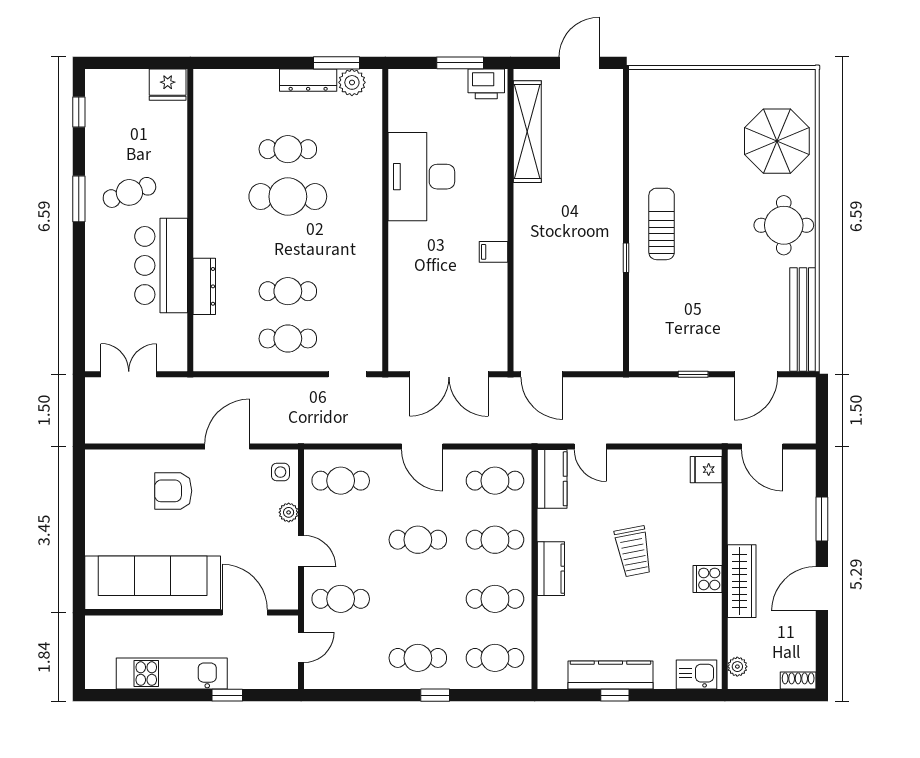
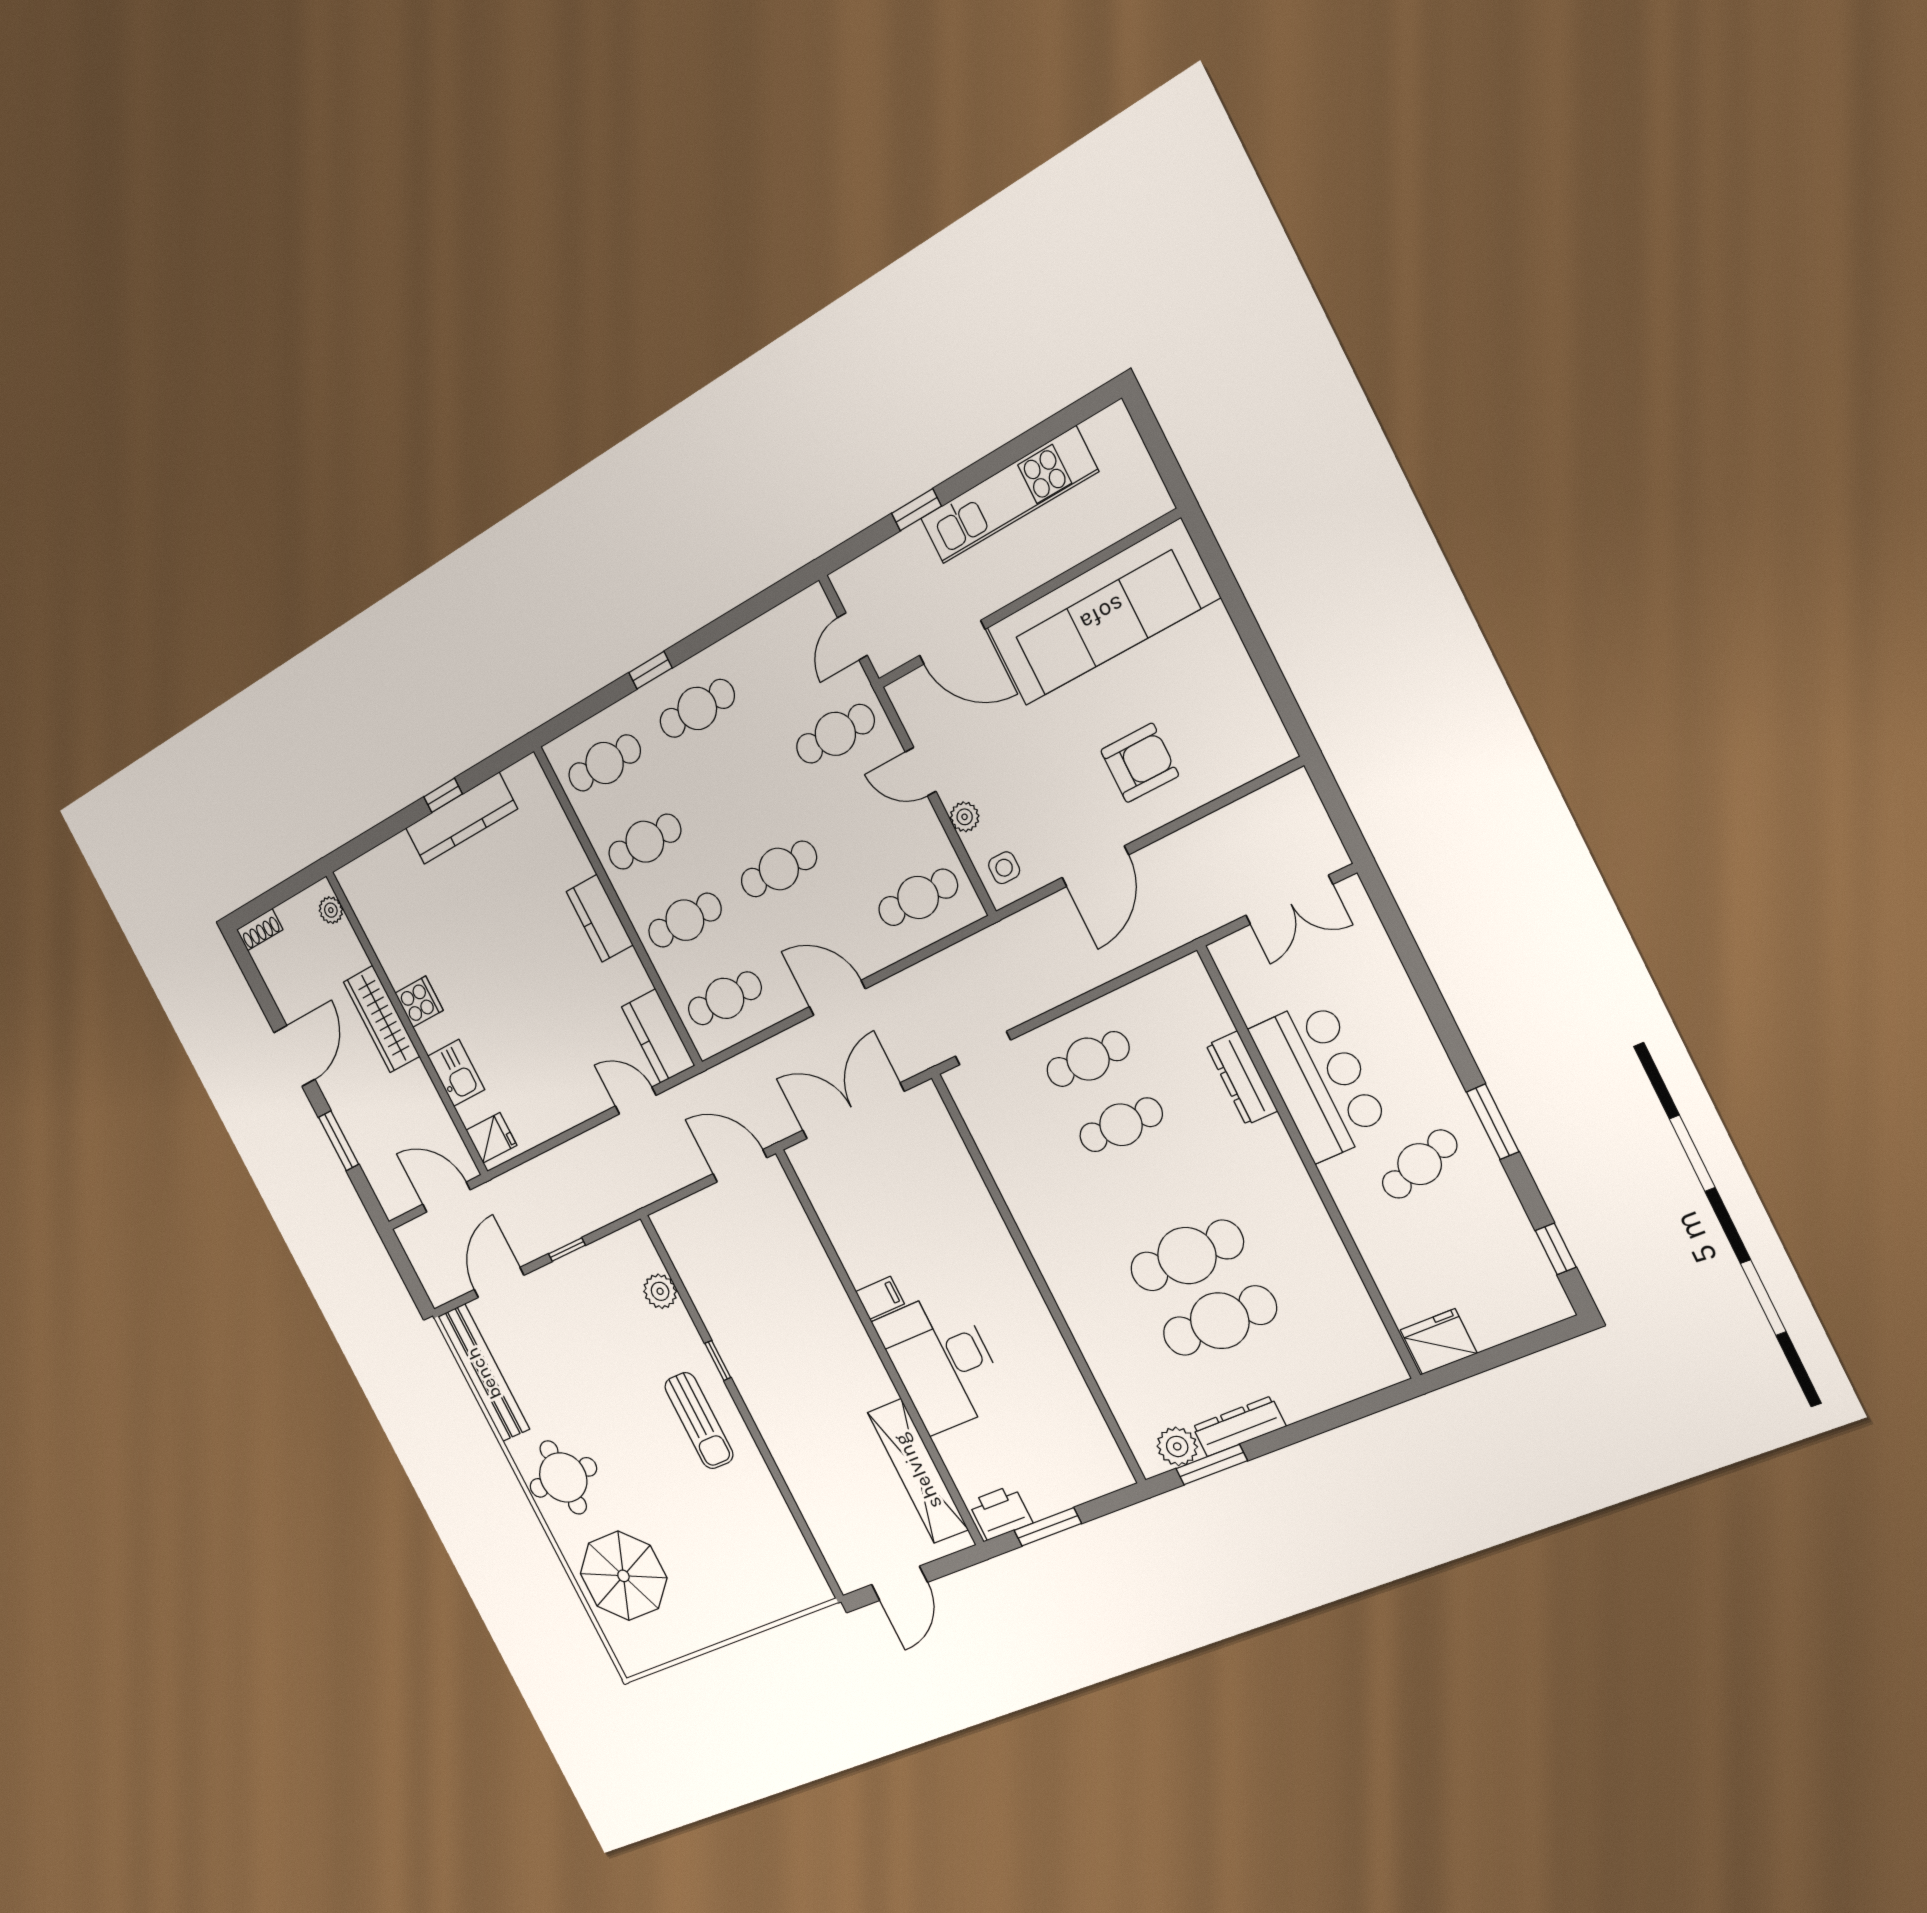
cafe table: (288, 149) -> (1220, 1321), width x1.37, depth x1.35
desk: (421, 177) -> (942, 1362), moved, turned 180
plant: (642, 319) -> (660, 1291), added
trolley: (633, 551) -> (518, 992), removed
kitchen sink: (696, 675) -> (456, 1073), moved, turned -90

